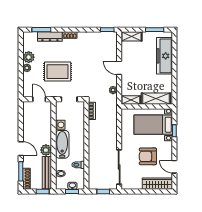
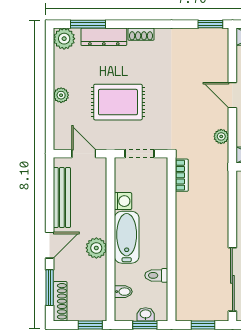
plant: (29, 57) -> (64, 39), moved
door: (21, 149) -> (50, 245), hinge flipped
bench: (47, 173) -> (62, 198), moved

